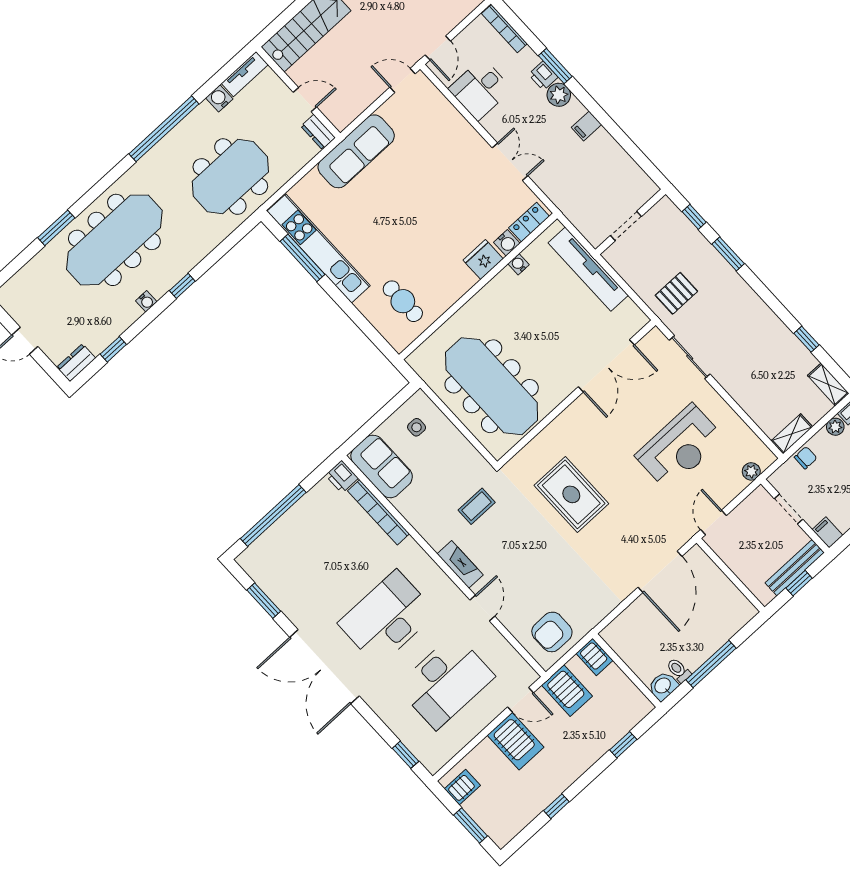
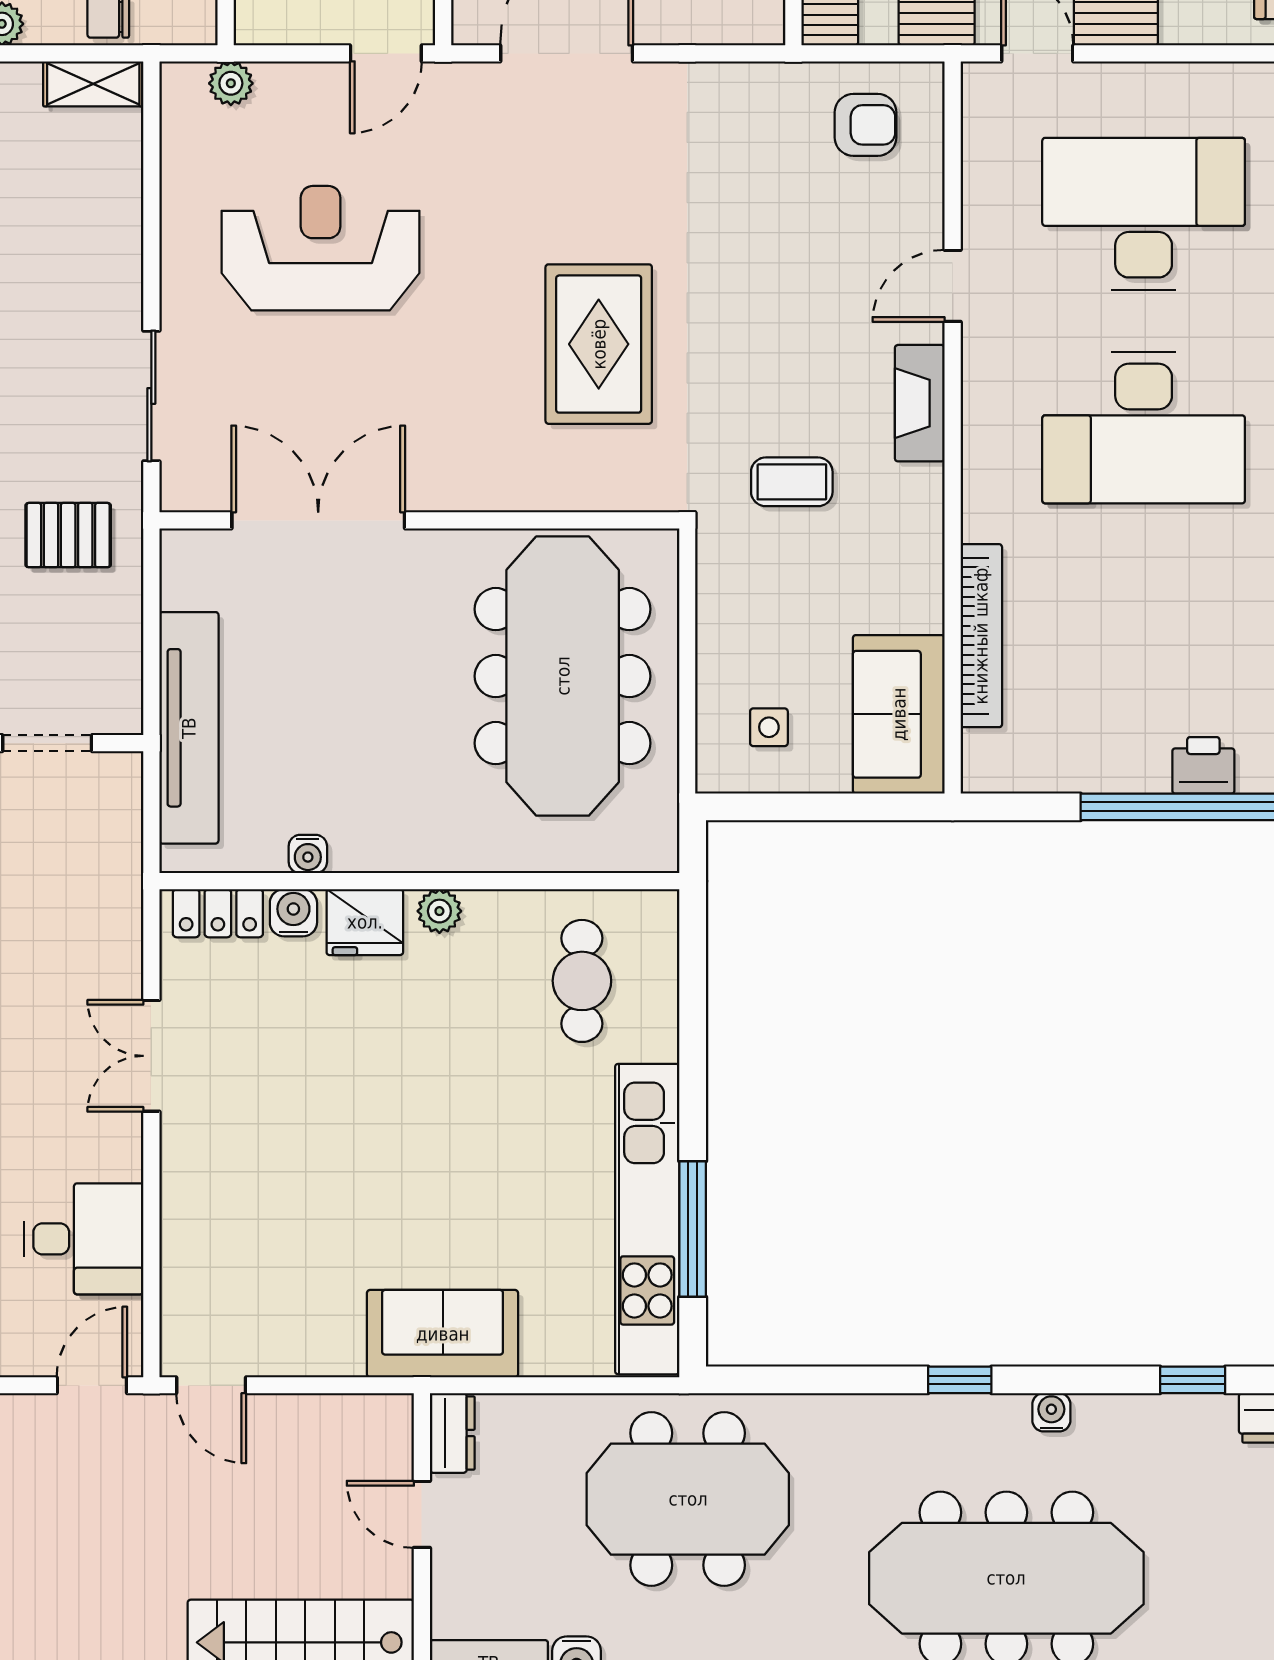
sofa: (356, 151) -> (443, 1334), width x0.73
plant: (464, 283) -> (439, 911), added
printer: (342, 477) -> (1203, 765), moved, turned -90
armchair: (552, 632) -> (866, 125), width x0.72, depth x0.72

